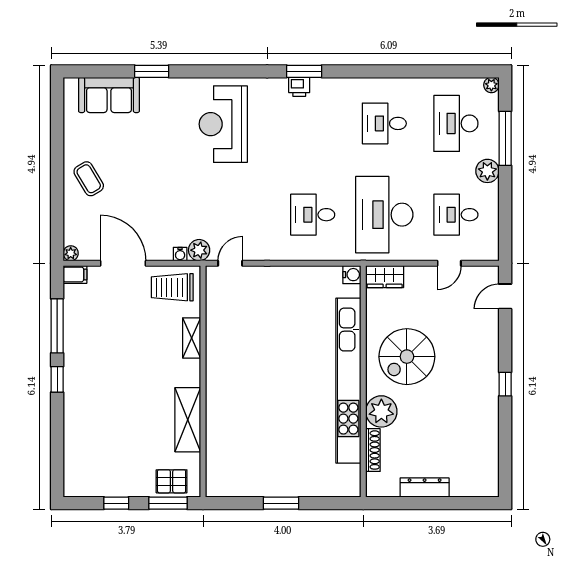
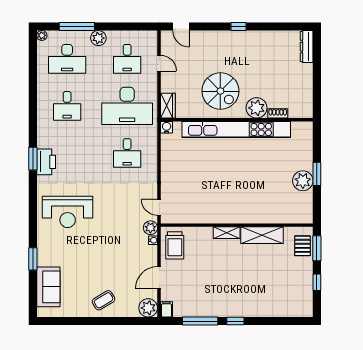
printer: (299, 87) -> (46, 162), width x1.87, depth x1.48
plant: (71, 253) -> (148, 308), width x1.88, depth x1.88
door: (123, 263) -> (159, 278), width x0.73
shelving: (192, 338) -> (227, 233), moved
shoe rack: (373, 450) -> (278, 113), width x0.70
plant: (270, 482) -> (303, 181), added
dresser: (425, 488) -> (307, 47), moved

